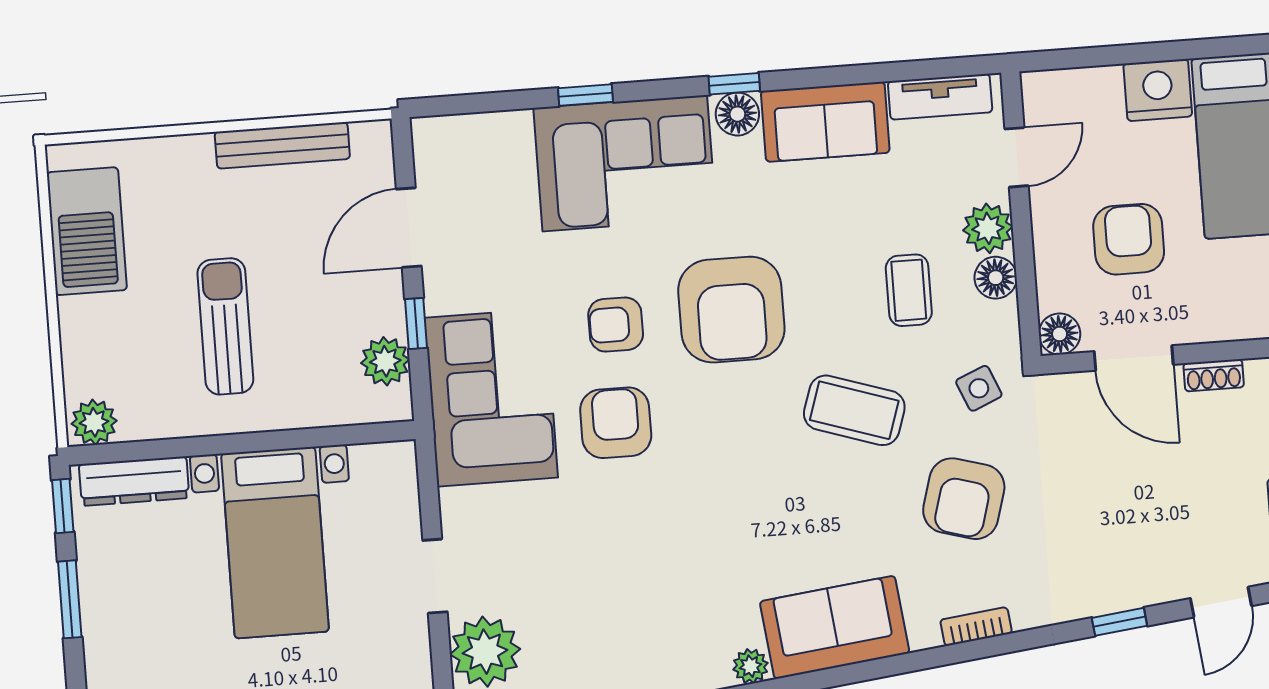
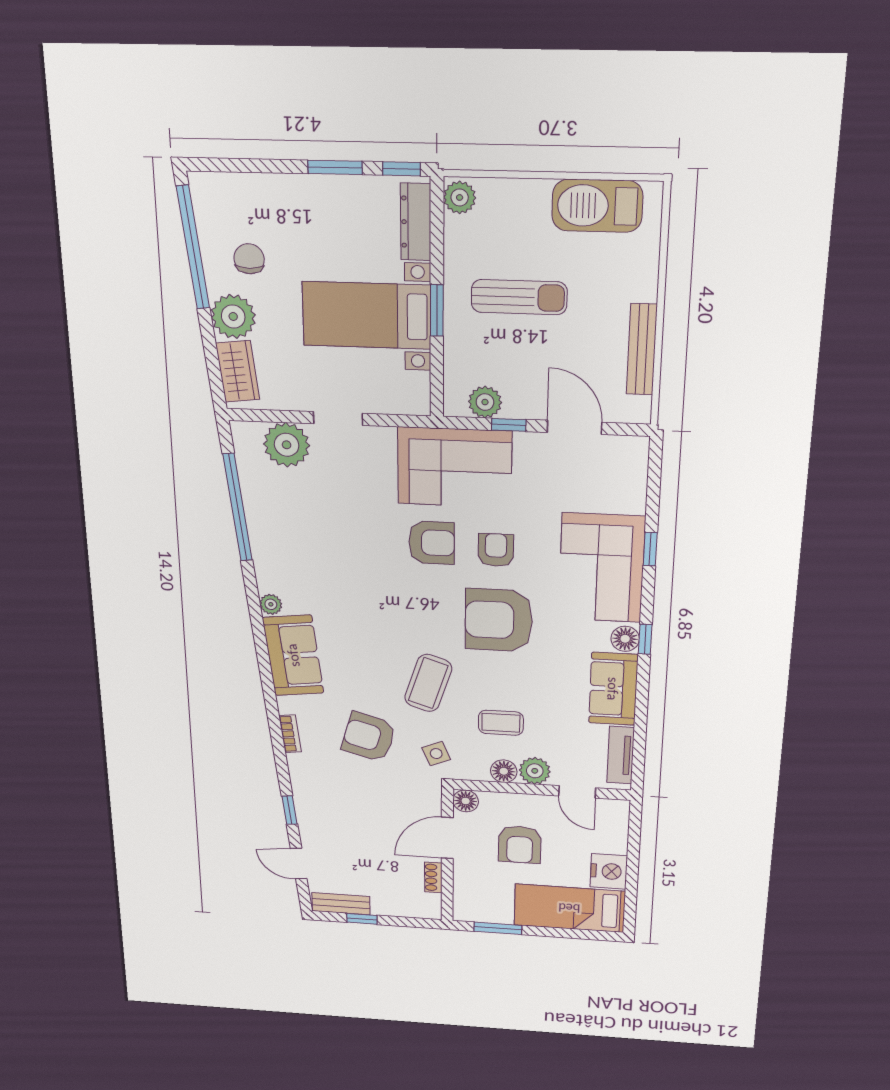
armchair: (1129, 239) -> (520, 845), turned 90
window: (257, 442) -> (437, 310), added

